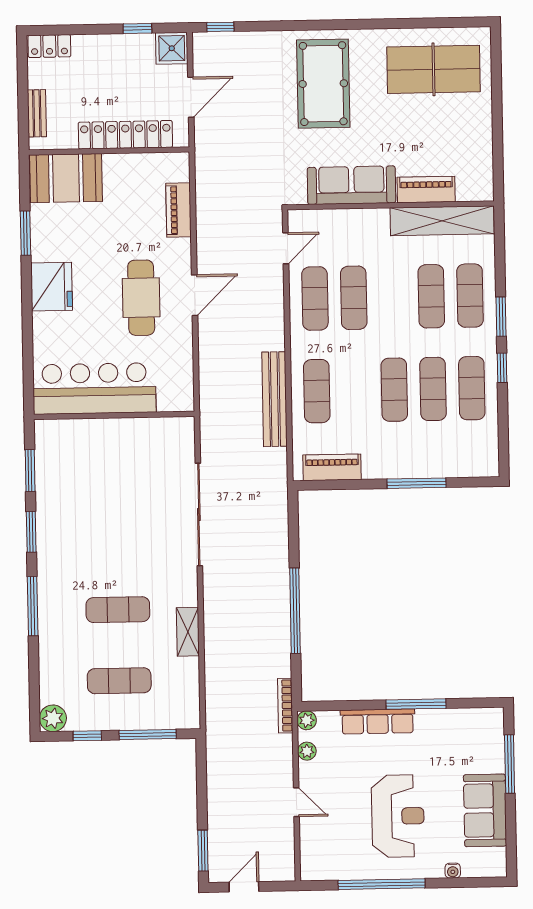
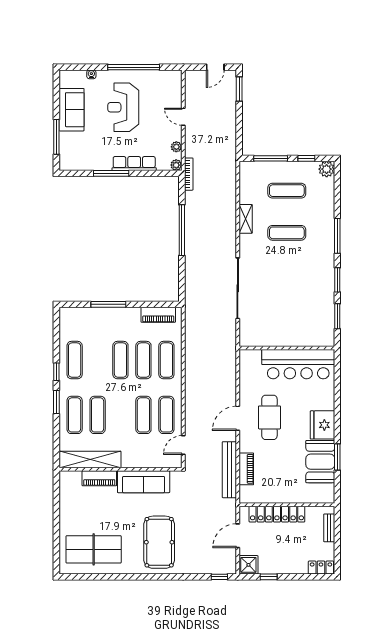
booth: (66, 178) -> (320, 462), moved, turned 90
exercise mat: (433, 389) -> (143, 360), moved
bench: (275, 399) -> (229, 470), moved

